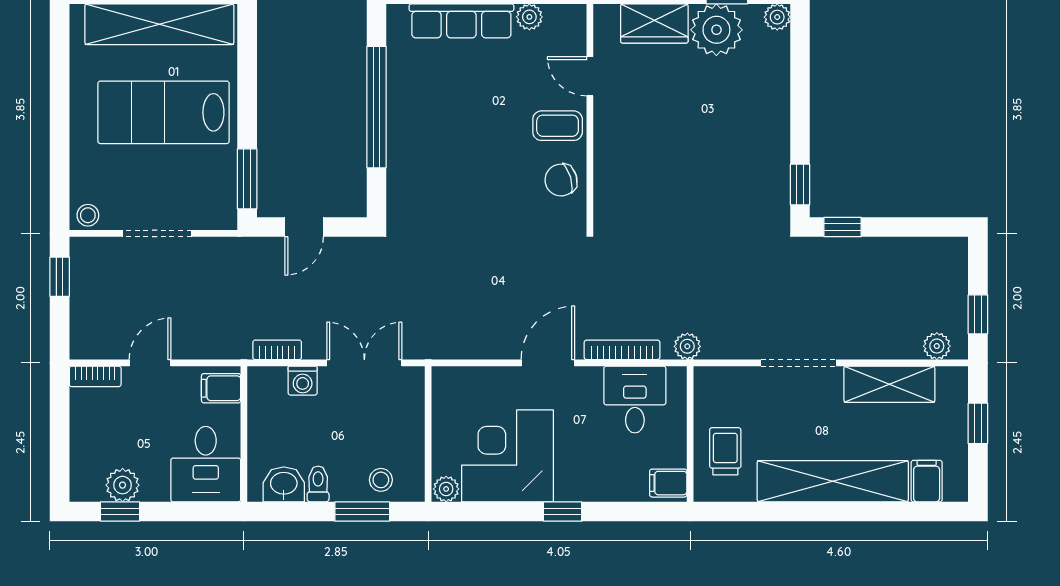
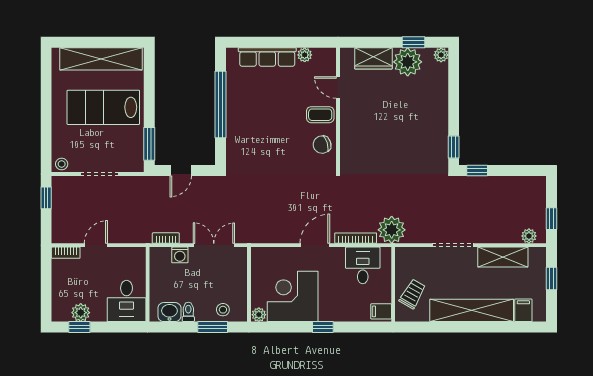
plant: (687, 346) -> (392, 230), width x1.87, depth x1.87
filing cabinet: (221, 388) -> (135, 259), removed
trolley: (725, 451) -> (413, 294), turned 30

